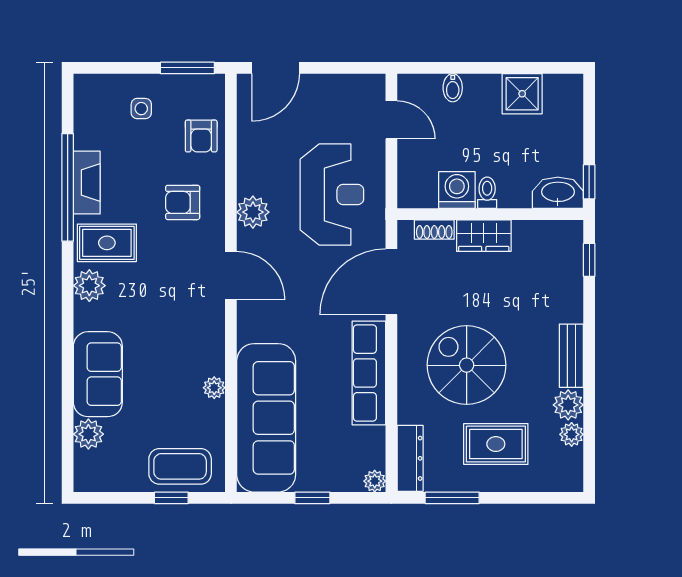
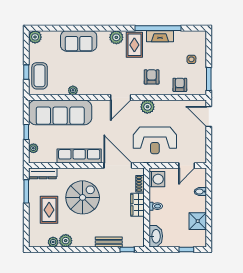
armchair: (201, 136) -> (180, 85), turned 90
window: (589, 182) -> (186, 250), moved
washing machine: (457, 190) -> (157, 179), moved
bench: (571, 356) -> (109, 242), moved
plant: (88, 434) -> (35, 37), moved
plant: (375, 481) -> (33, 148), moved

